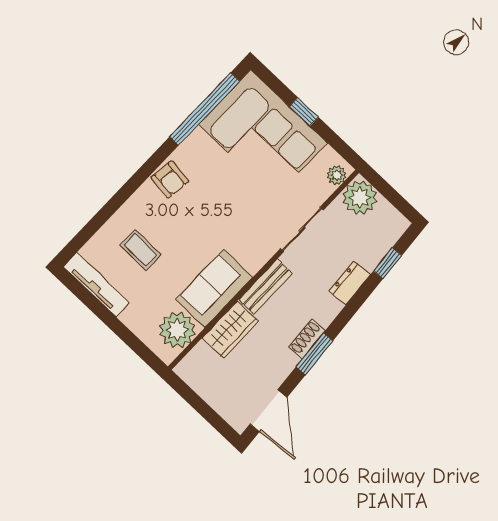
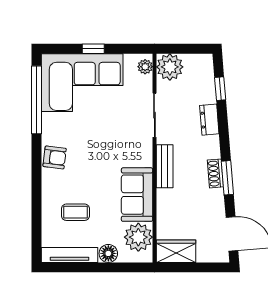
floor lamp: (134, 318) -> (108, 253), added
wardrobe: (230, 330) -> (176, 251), moved, turned -90

